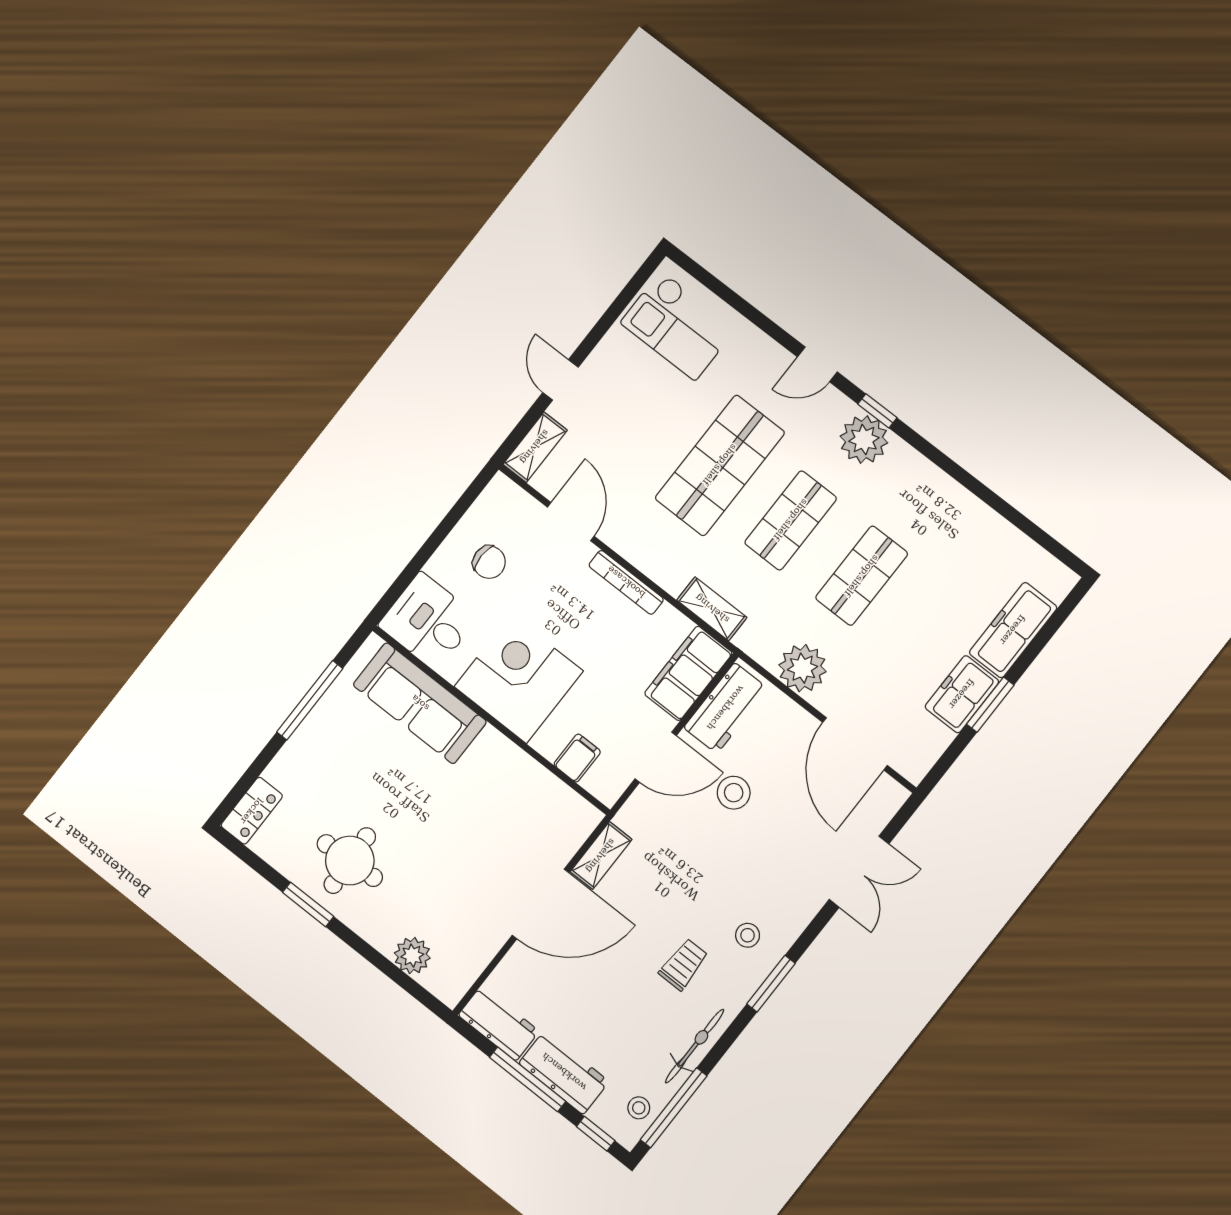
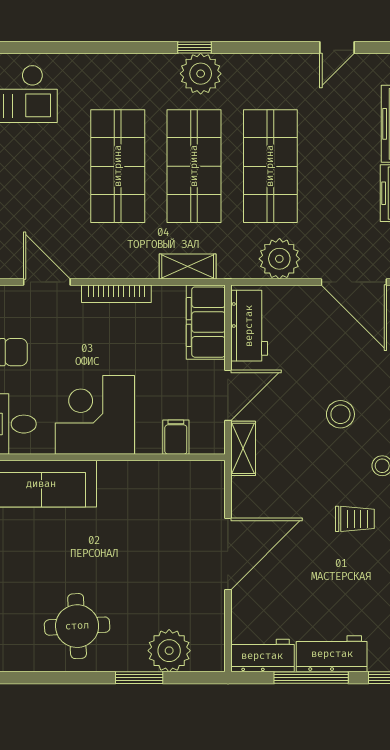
door: (817, 364) -> (337, 47), moved
shop shelf: (791, 520) -> (194, 166), width x1.43, depth x1.36
shop shelf: (862, 576) -> (270, 166), width x1.43, depth x1.36
stool: (734, 793) -> (340, 414), moved
shelving: (601, 856) -> (243, 448), moved
window: (308, 904) -> (139, 678), moved
plant: (412, 956) -> (169, 651), width x1.36, depth x1.36
trolley: (683, 965) -> (355, 519), turned 90

